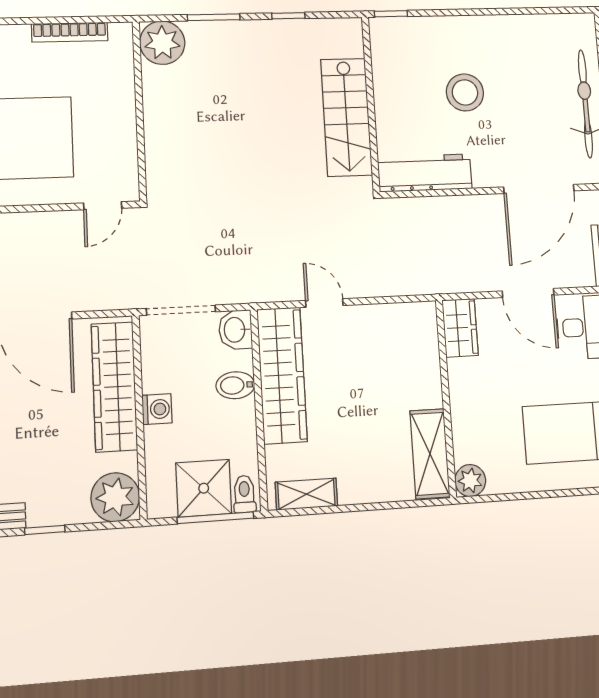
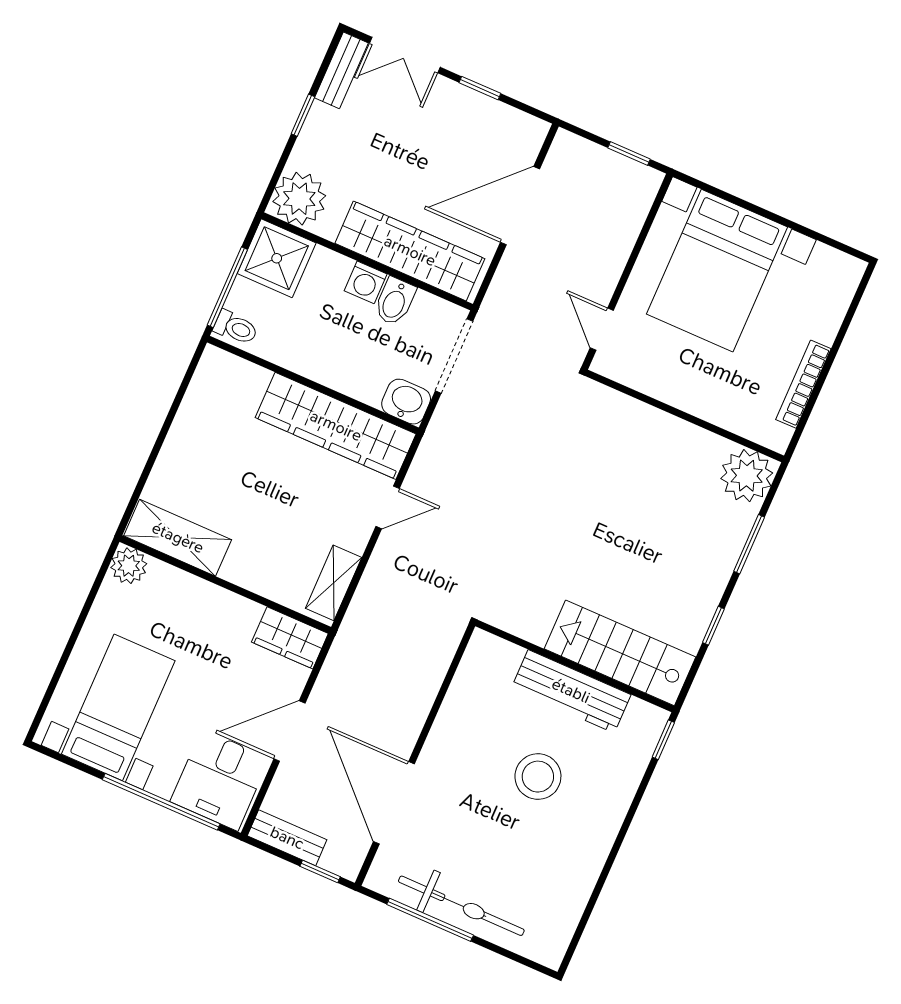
stairs: (346, 117) -> (620, 653), moved
workbench: (425, 173) -> (571, 691), moved, turned 90
bidet: (235, 385) -> (395, 301), moved, turned 180
shower: (204, 488) -> (277, 258), moved
shelving: (306, 494) -> (334, 583), moved

